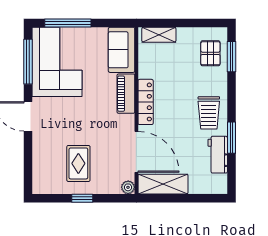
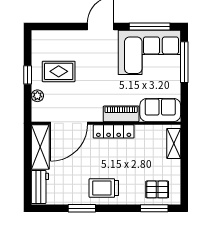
workbench: (218, 155) -> (40, 187), moved, turned 90
plant: (128, 187) -> (37, 96), moved

